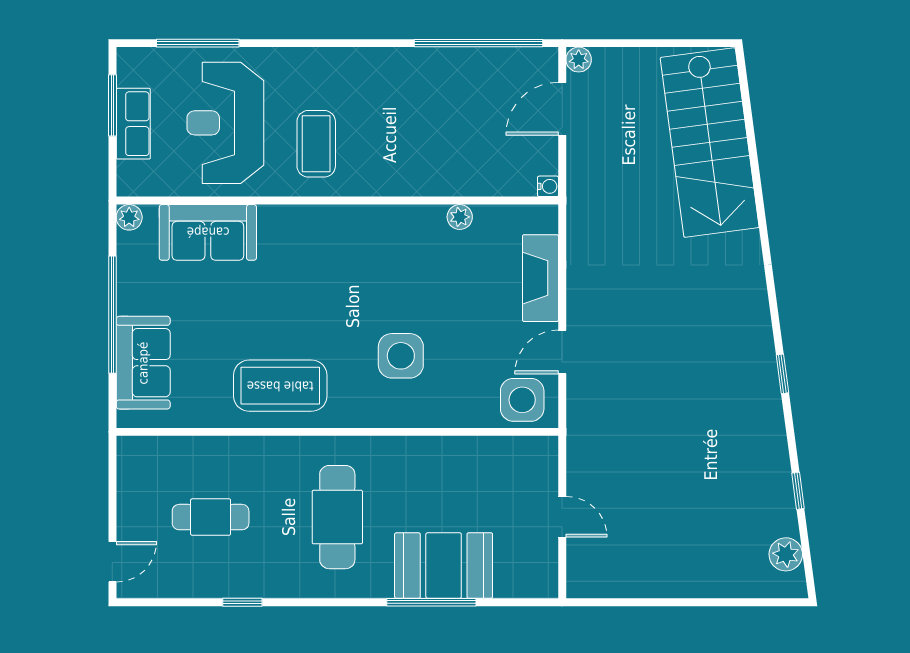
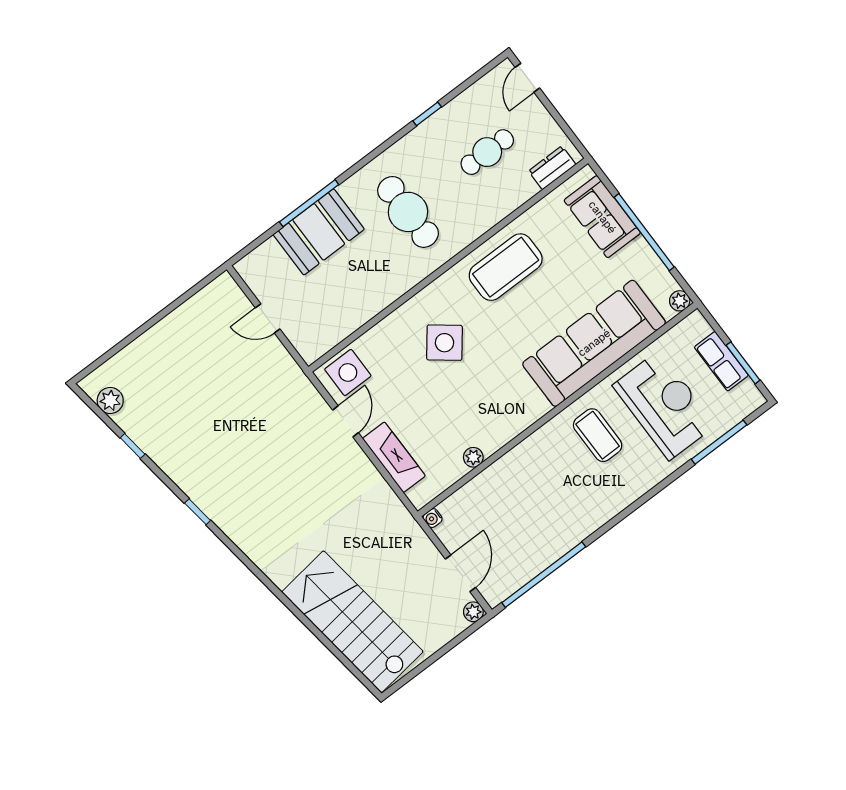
sofa: (208, 232) -> (594, 343), width x1.85, depth x1.27
side table: (401, 356) -> (444, 343), turned 38
dresser: (156, 451) -> (552, 168), added

